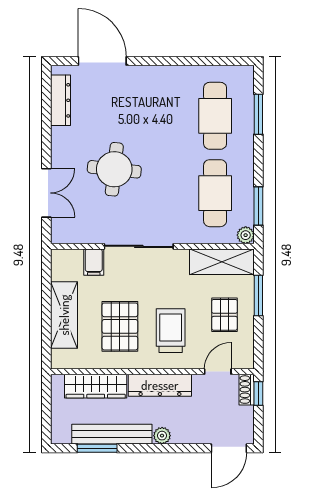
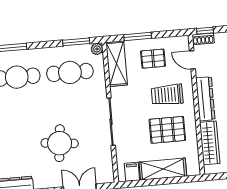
filing cabinet: (94, 262) -> (132, 172), moved, turned -90

